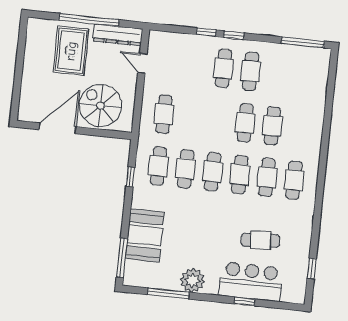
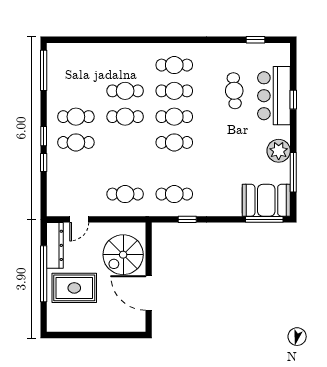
cafe table: (186, 169) -> (174, 168), removed
booth: (145, 235) -> (266, 200), moved

